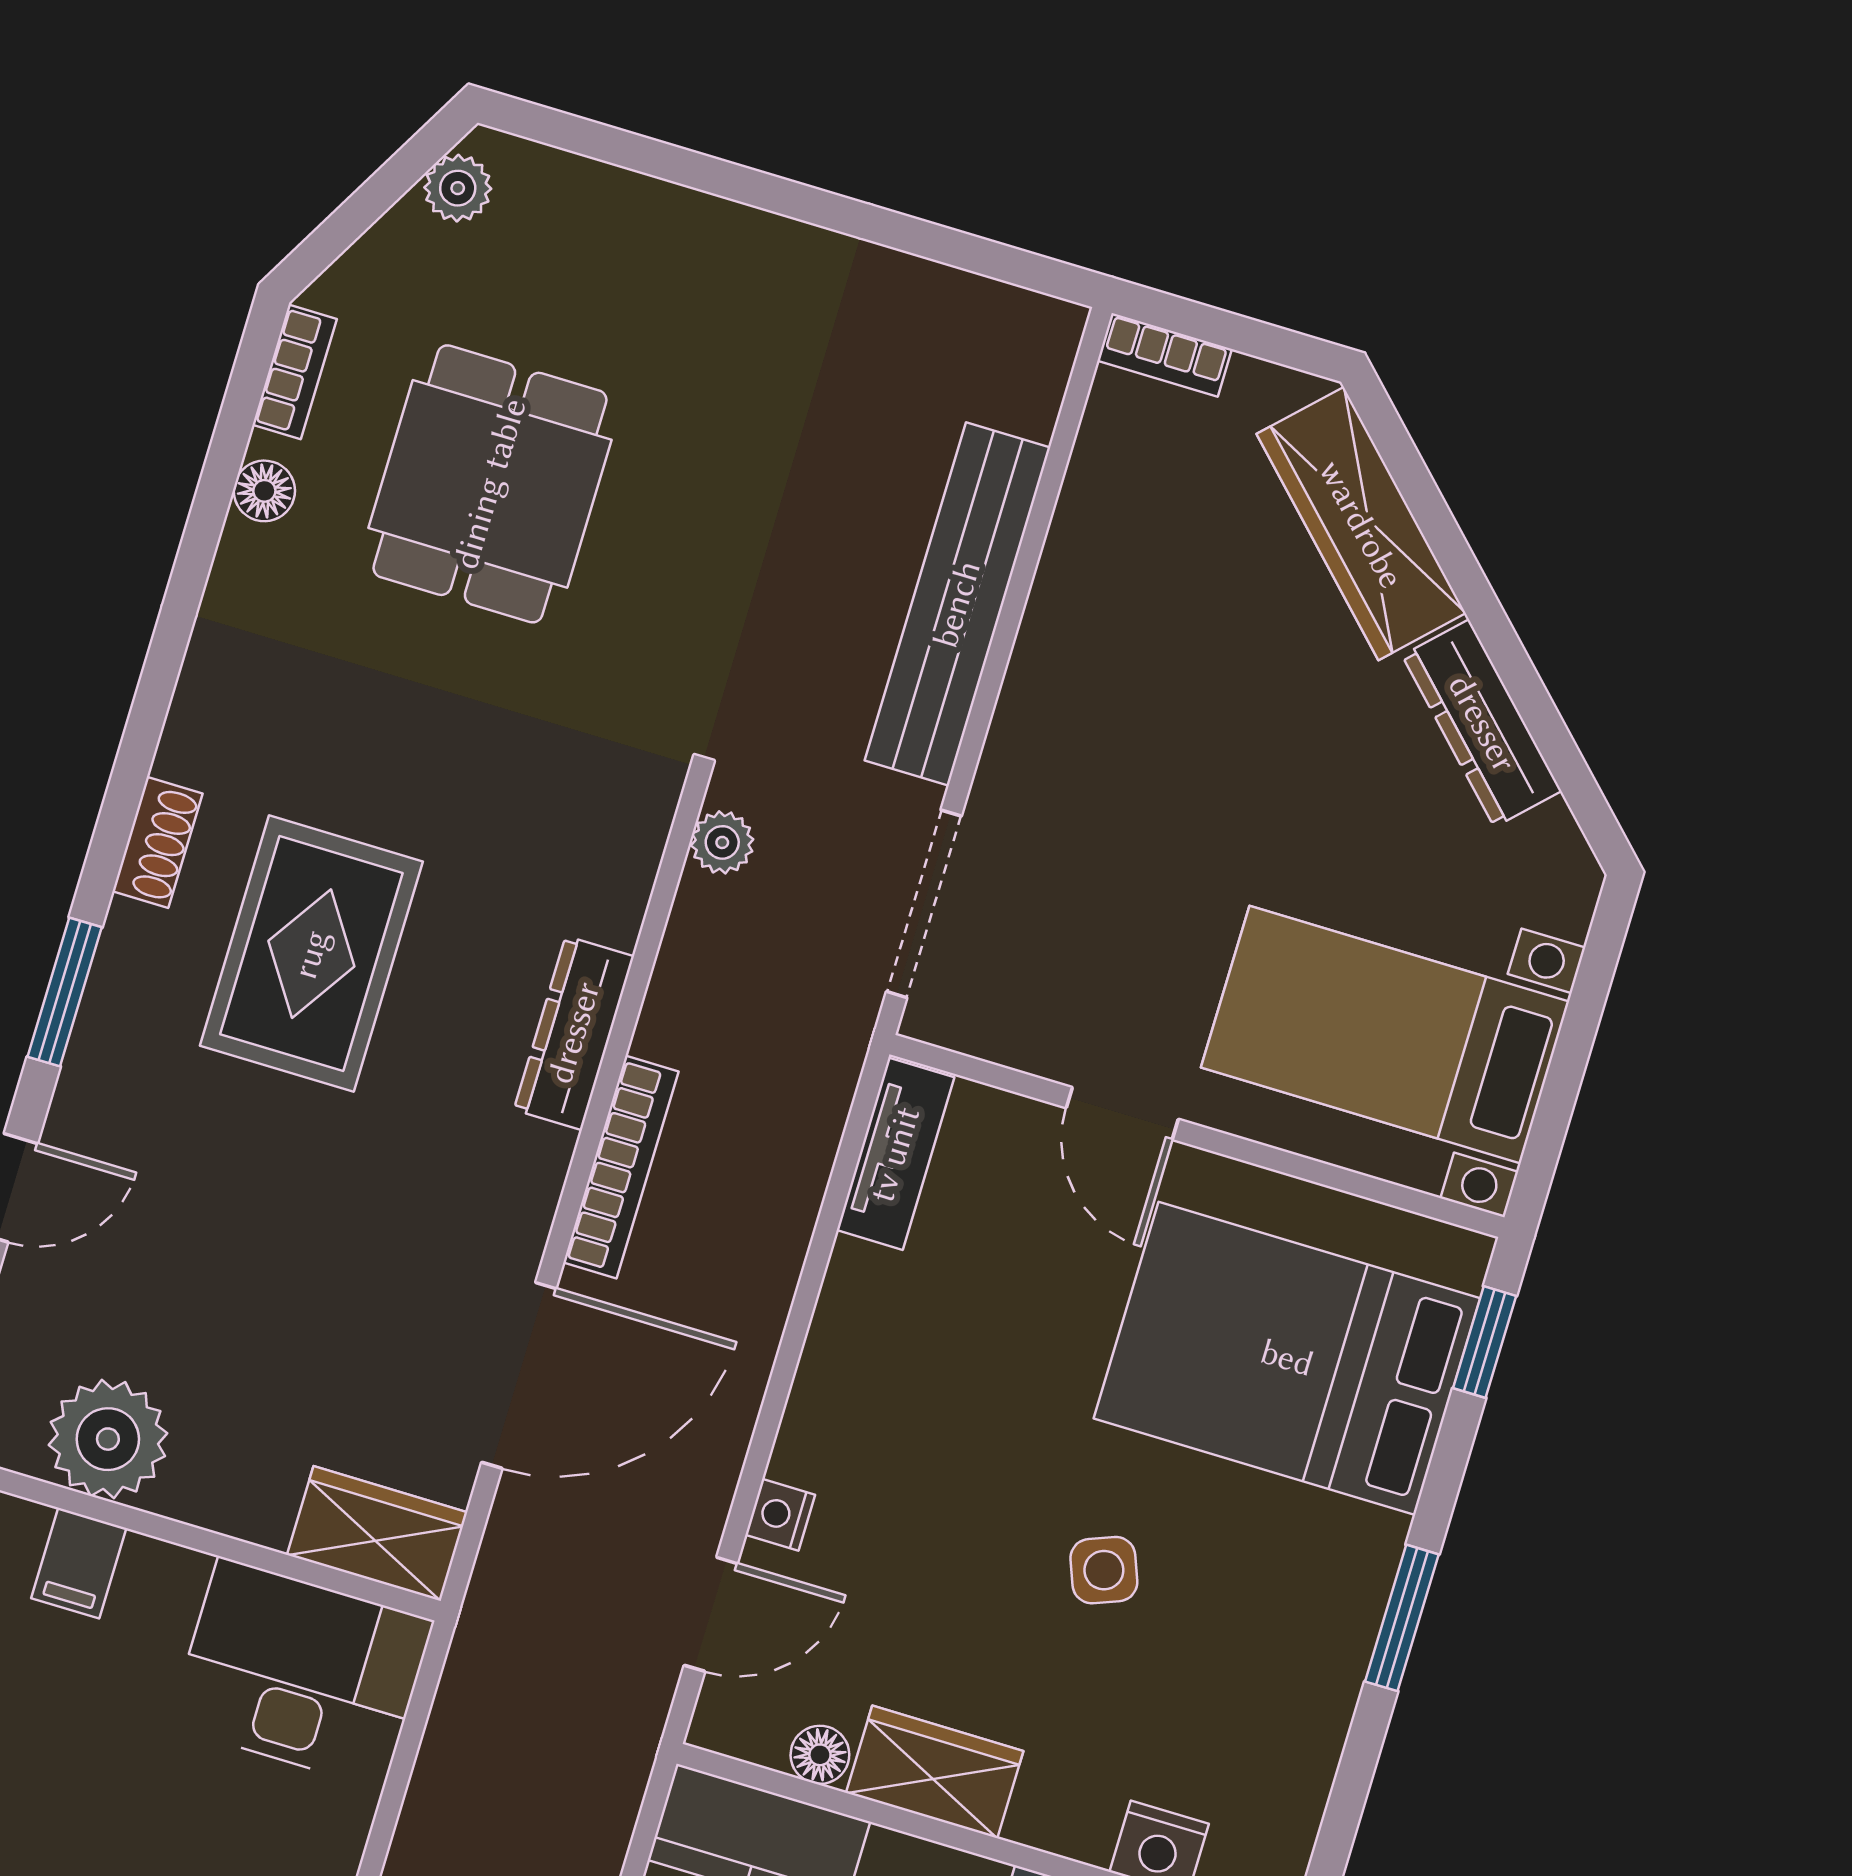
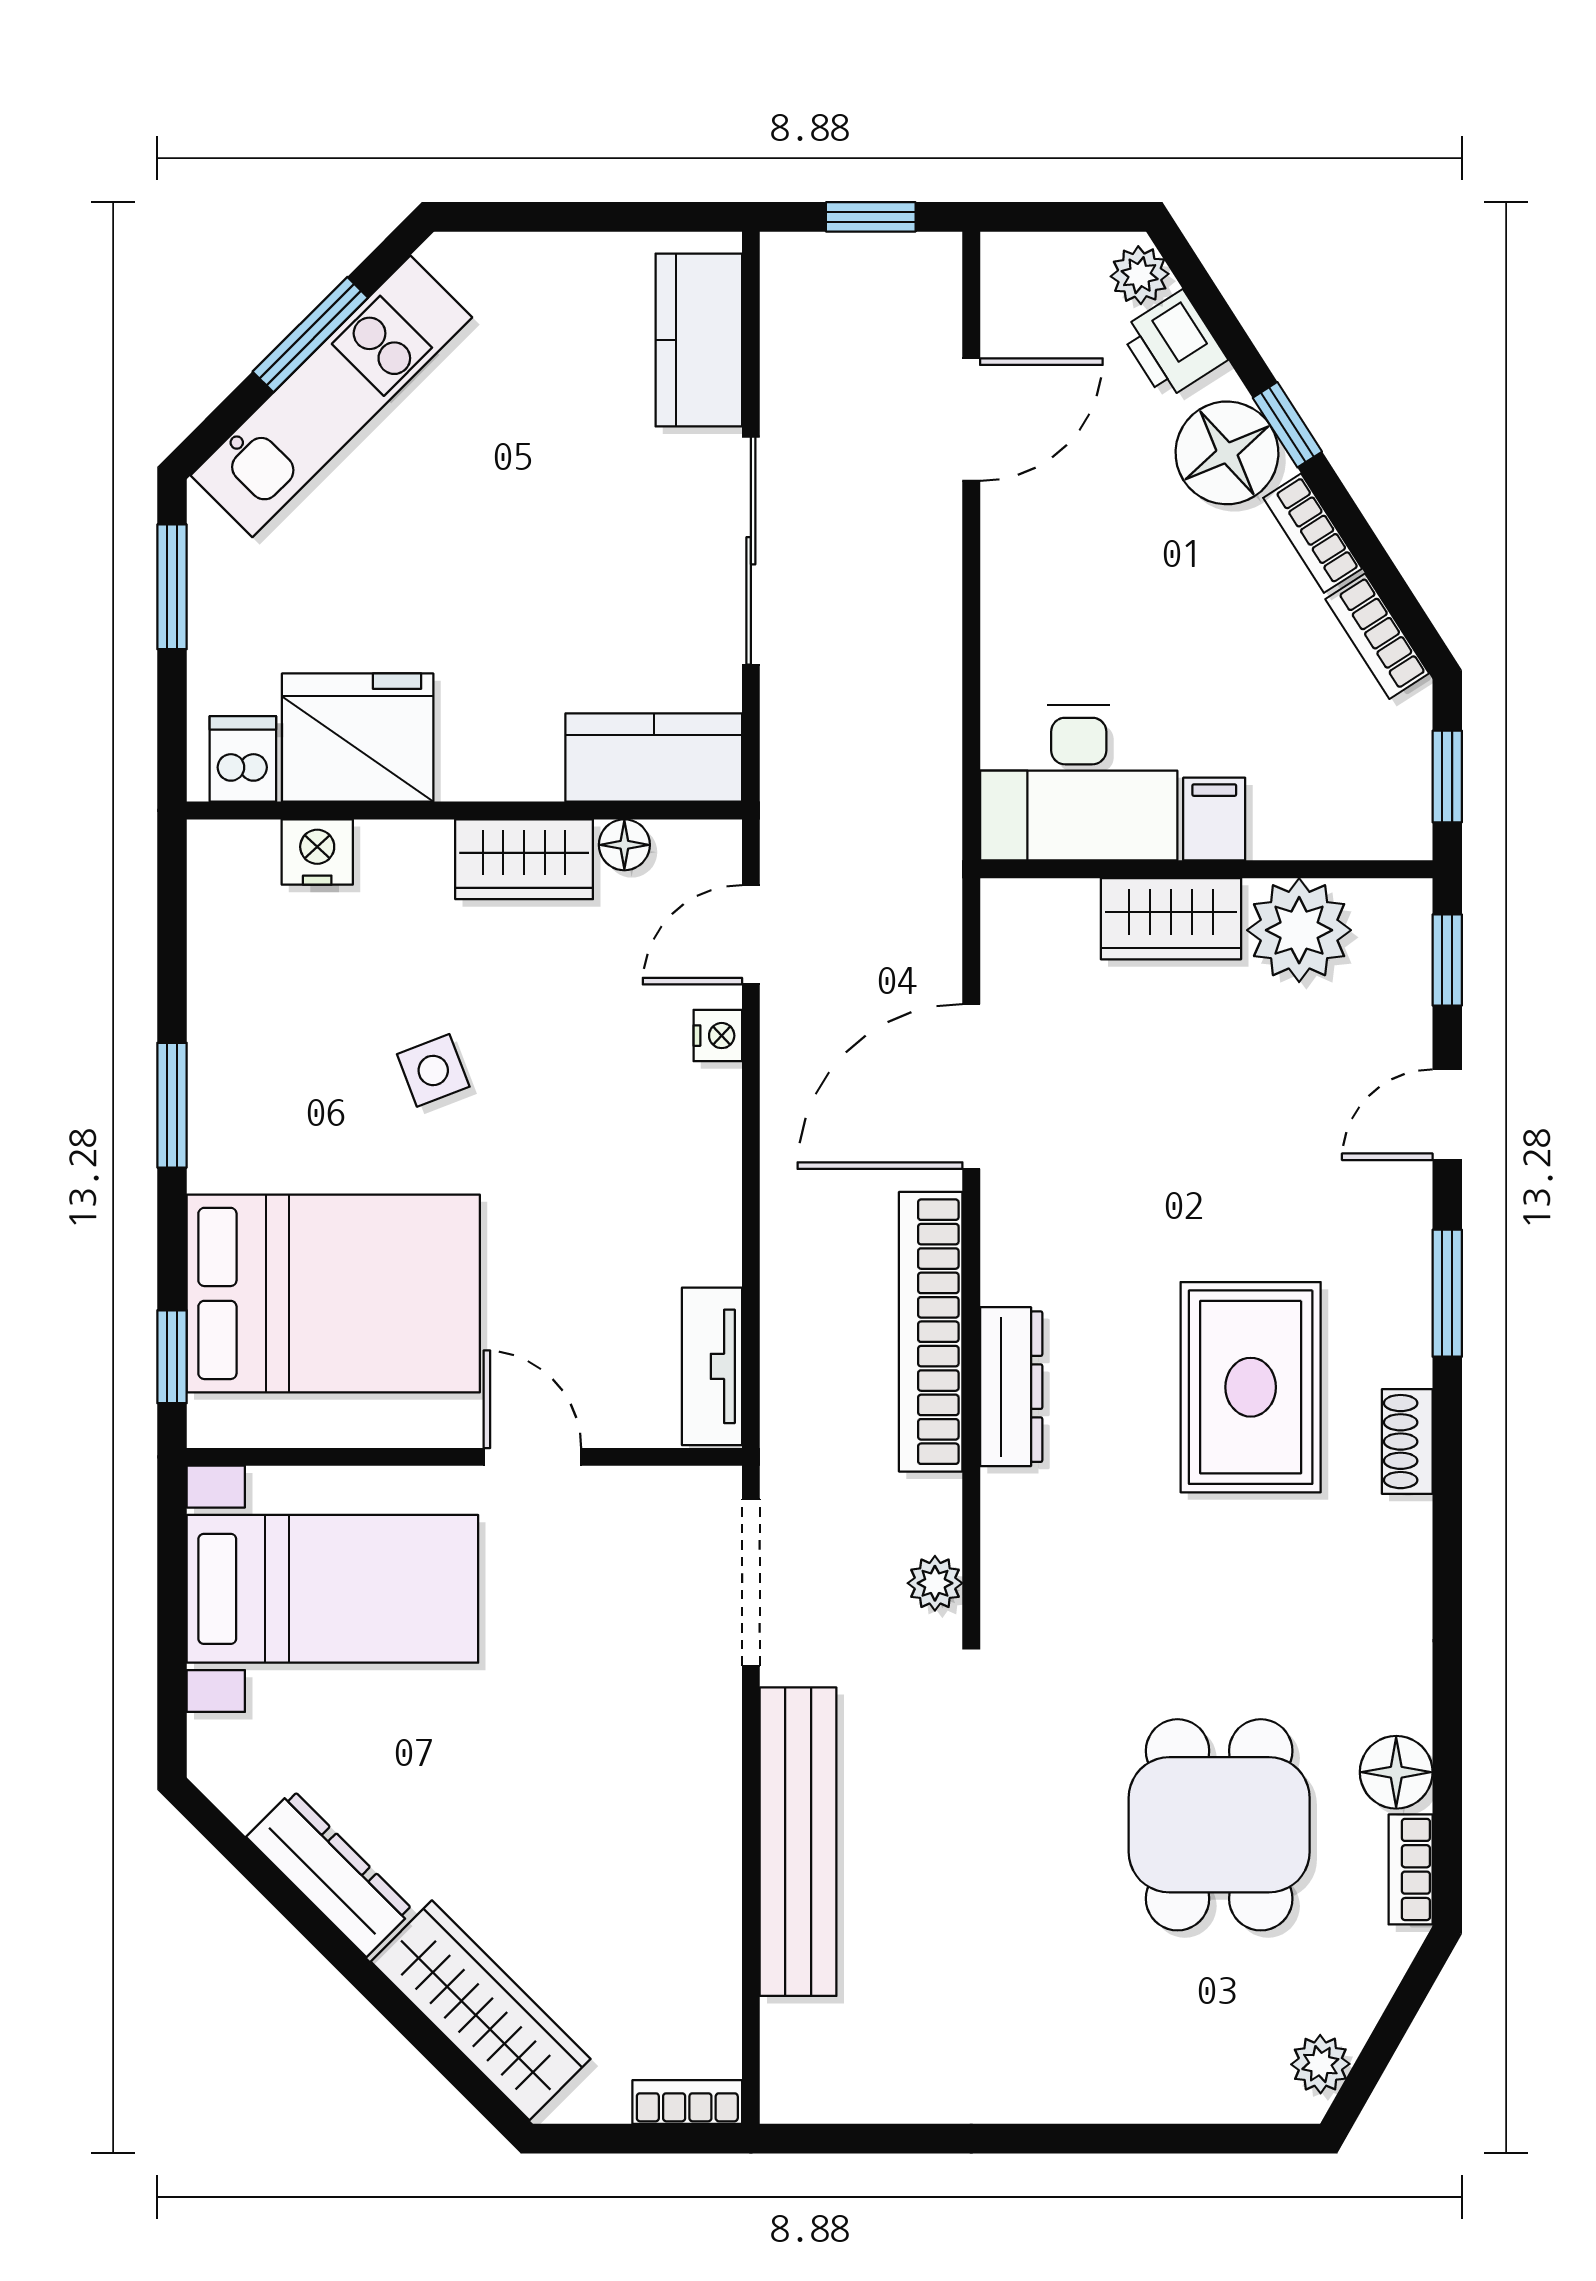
floor lamp: (264, 491) -> (1396, 1772), width x1.37, depth x1.37
bookcase: (621, 1167) -> (931, 1332), width x1.48, depth x1.31
wardrobe: (377, 1534) -> (1171, 919), moved
filing cabinet: (79, 1563) -> (1214, 819), moved

